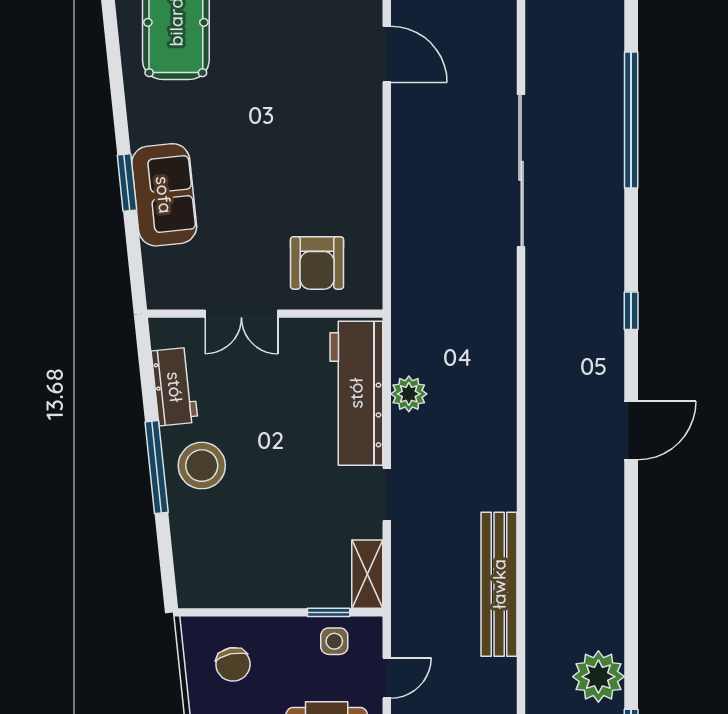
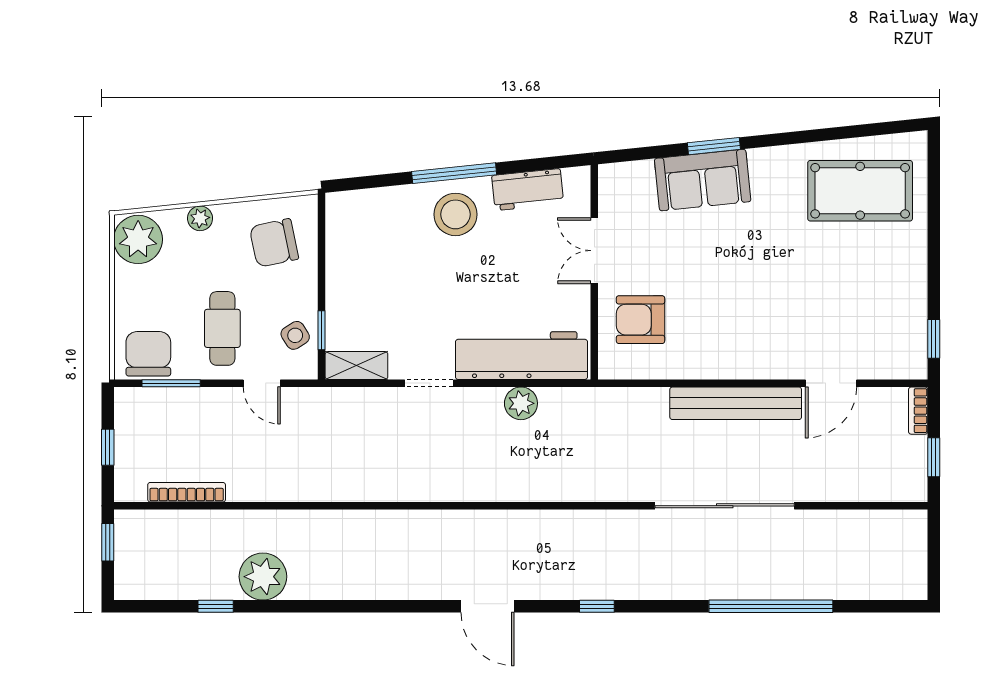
bench: (499, 584) -> (736, 403), moved
side table: (334, 641) -> (295, 335), turned -32
chair: (233, 664) -> (274, 243), width x1.37, depth x1.37

